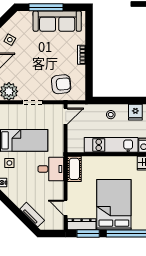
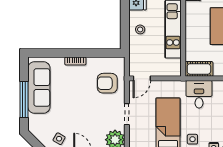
armchair: (61, 84) -> (107, 83), turned -84
door: (66, 116) -> (142, 78), swing flipped

